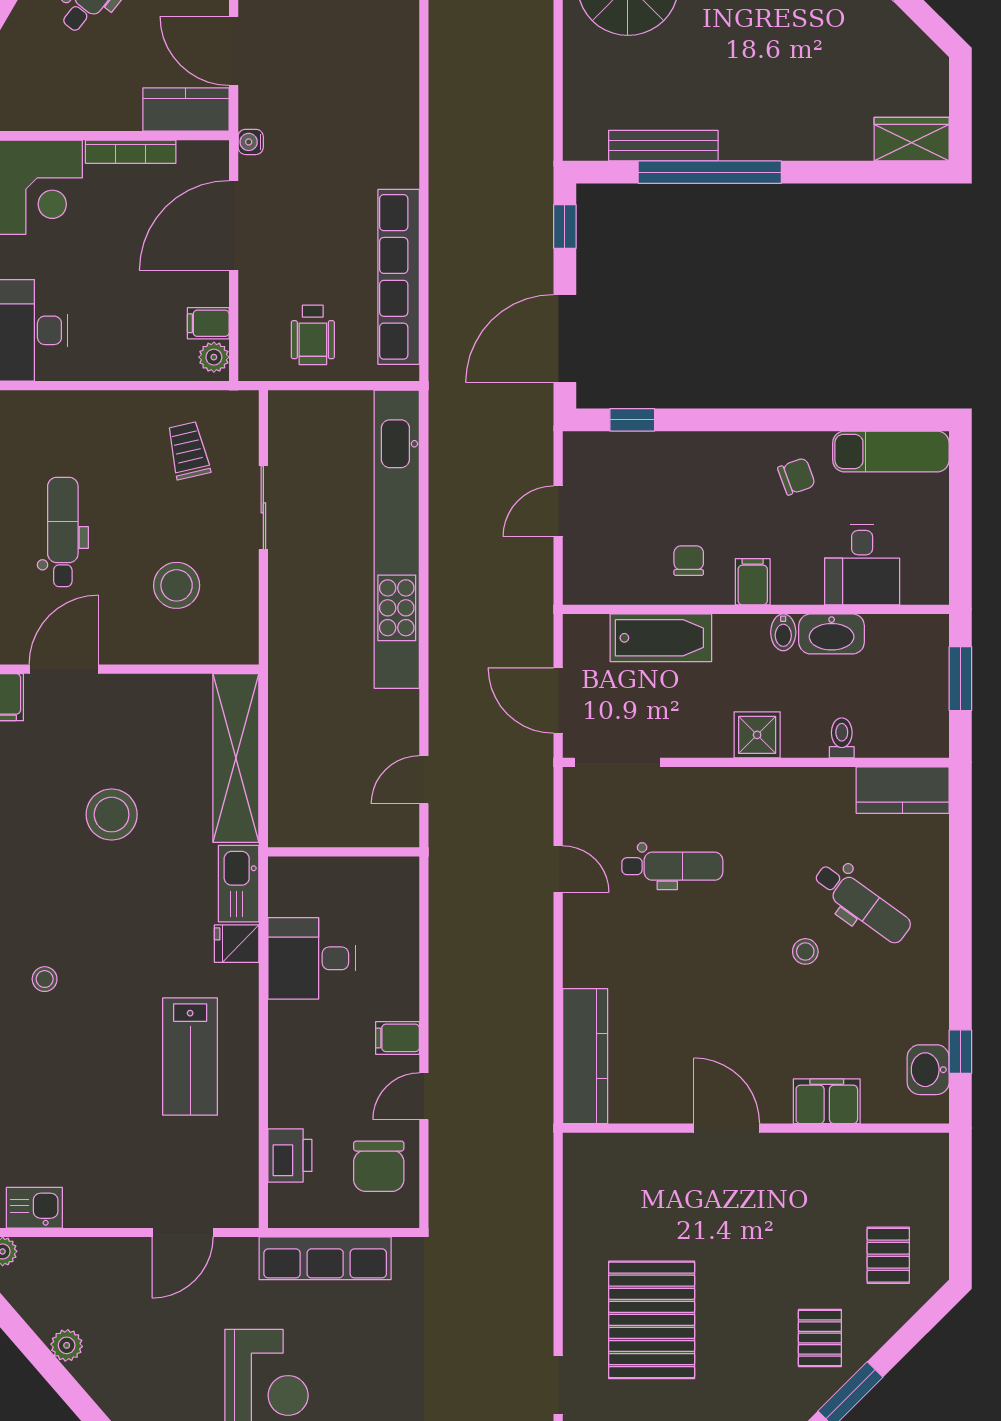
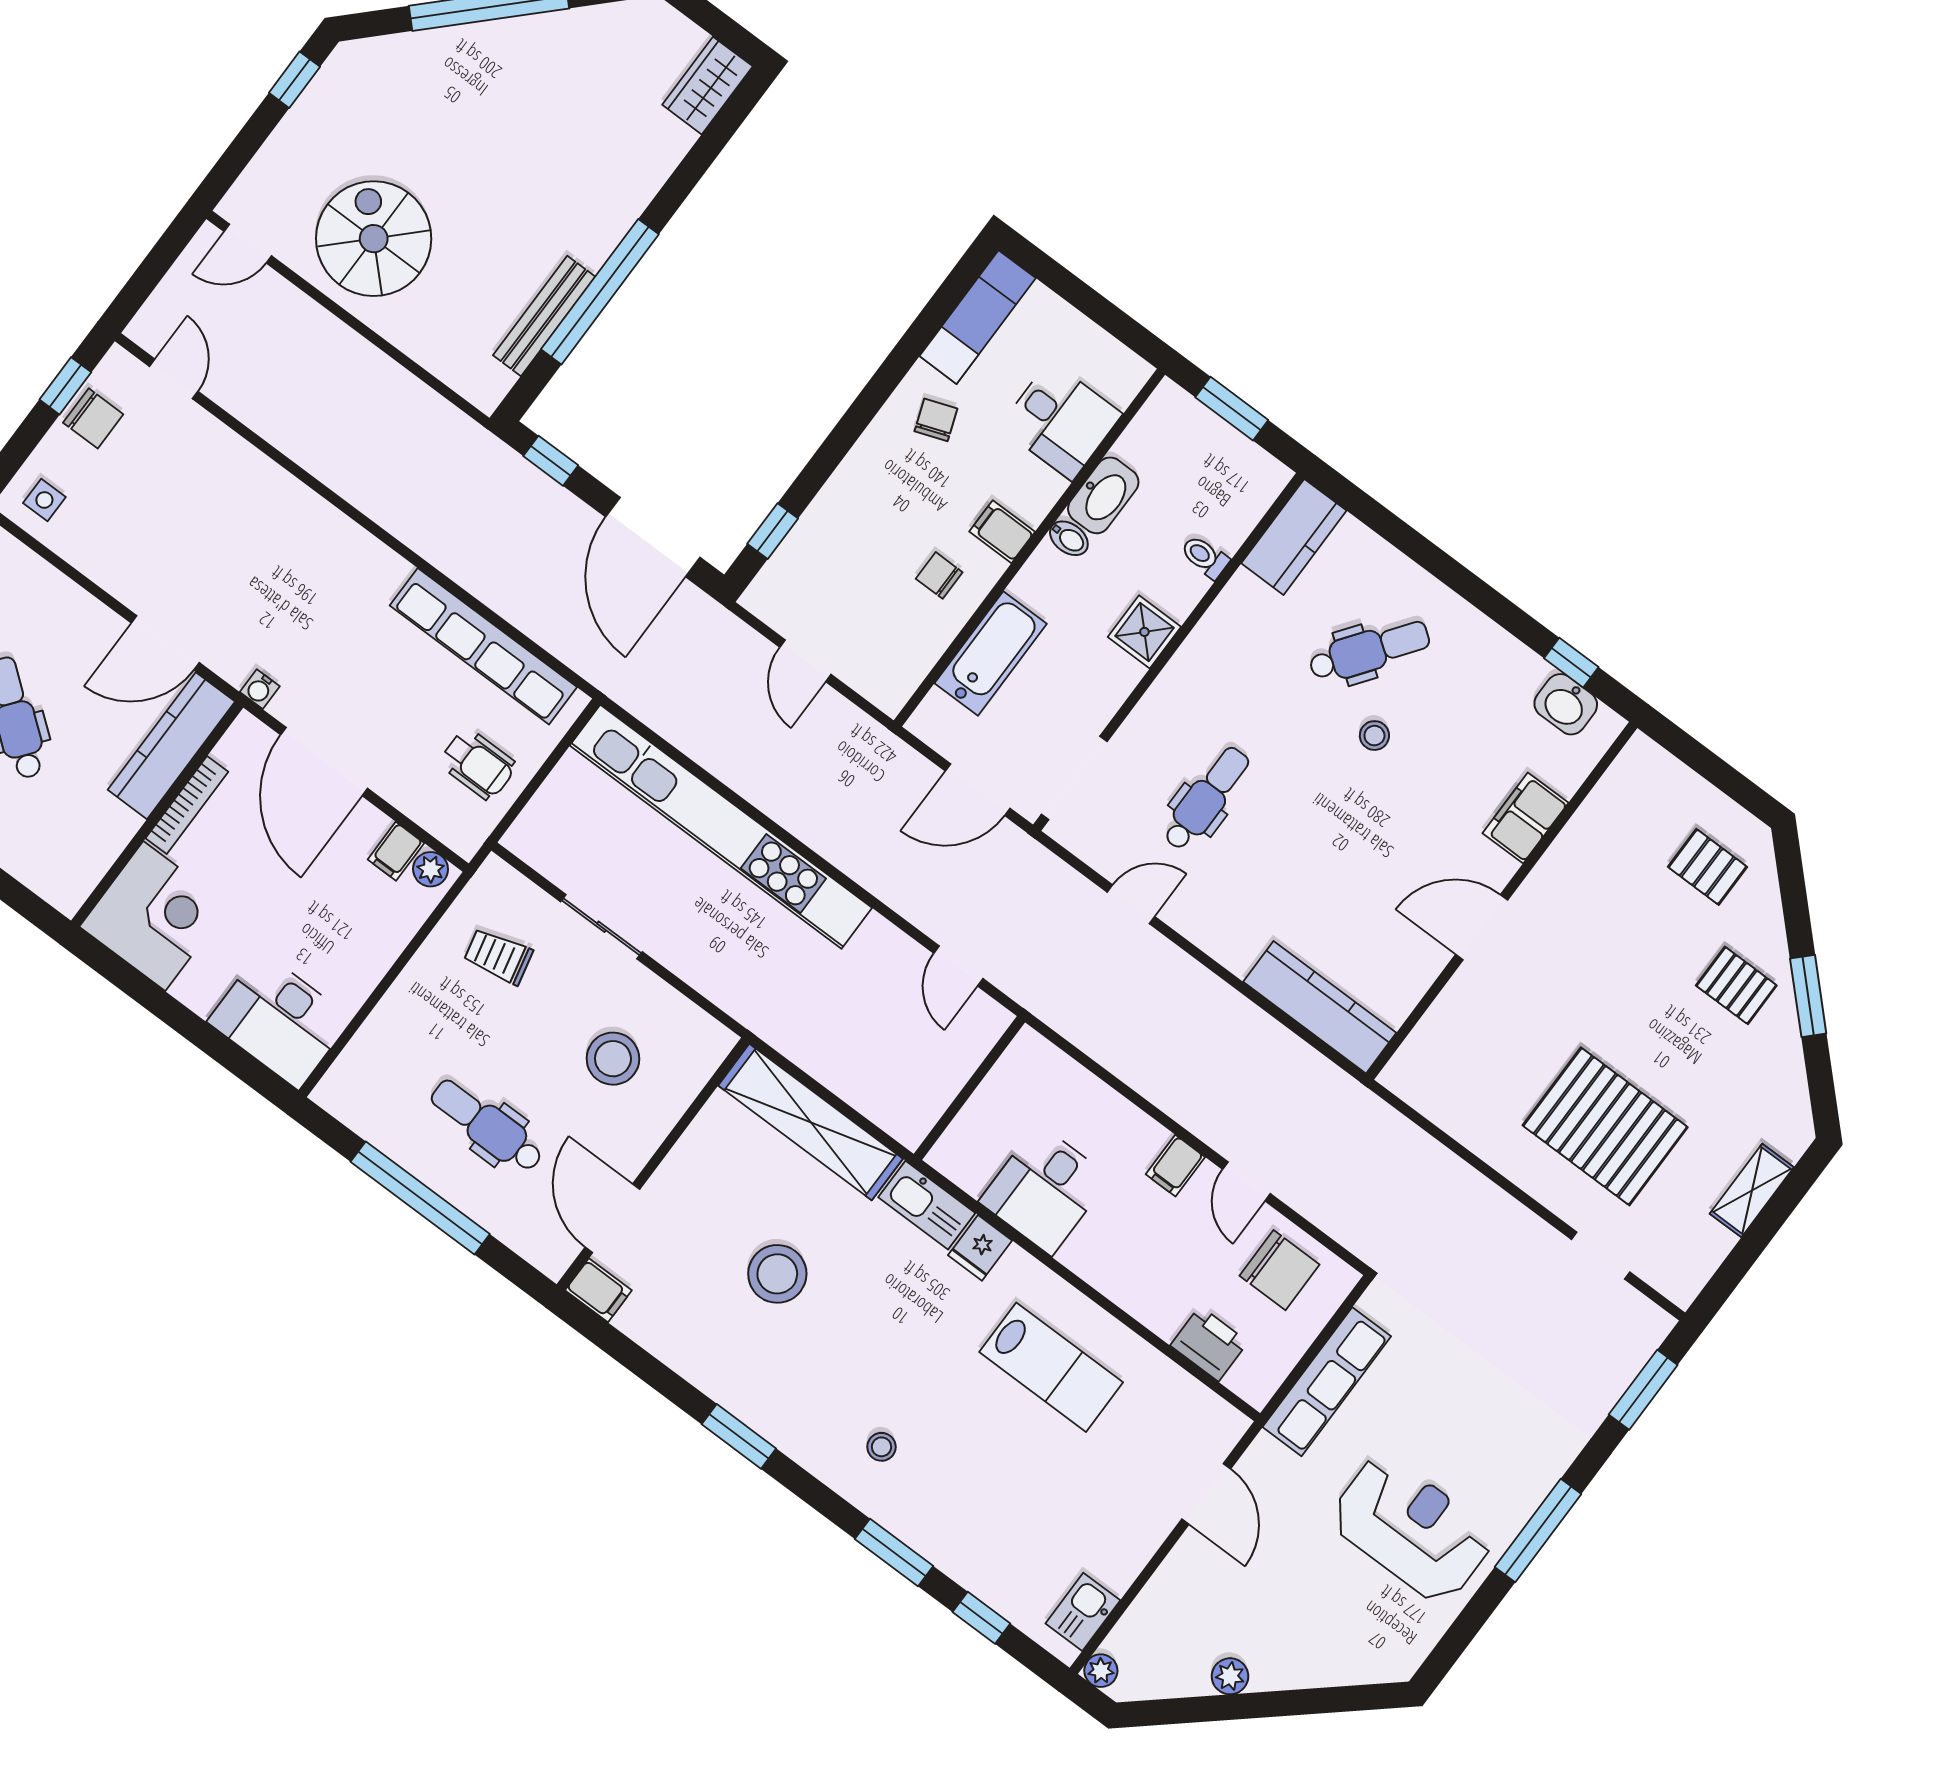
kitchen counter: (186, 110) -> (171, 746), width x1.50

